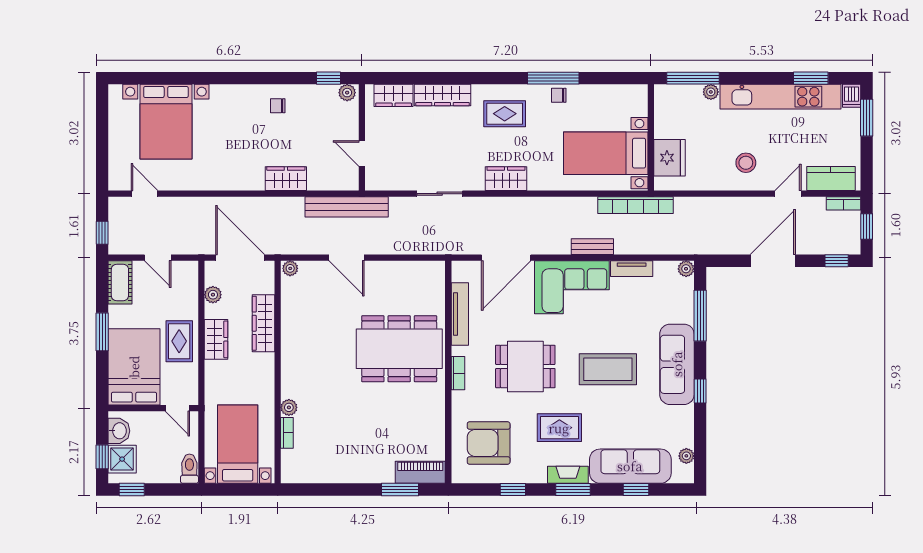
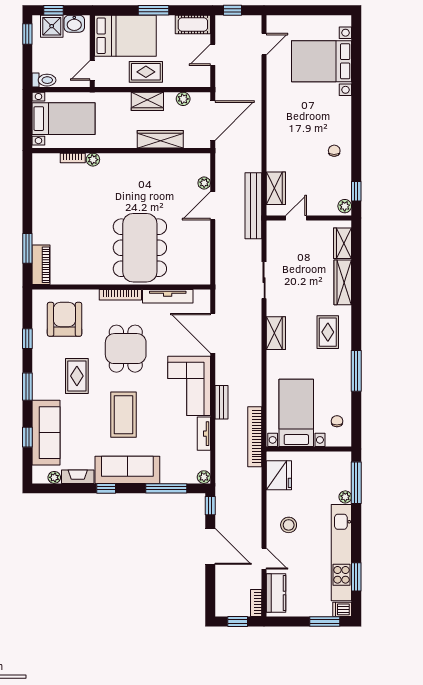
chair: (559, 95) -> (337, 421), moved
fridge: (669, 158) -> (279, 475), moved, turned -90
wardrobe: (286, 179) -> (276, 188), moved
window: (837, 261) -> (210, 506), moved
plant: (290, 268) -> (204, 183), moved
bookcase: (458, 373) -> (120, 295), width x1.56
fireplace: (568, 475) -> (78, 477), moved, turned -90

